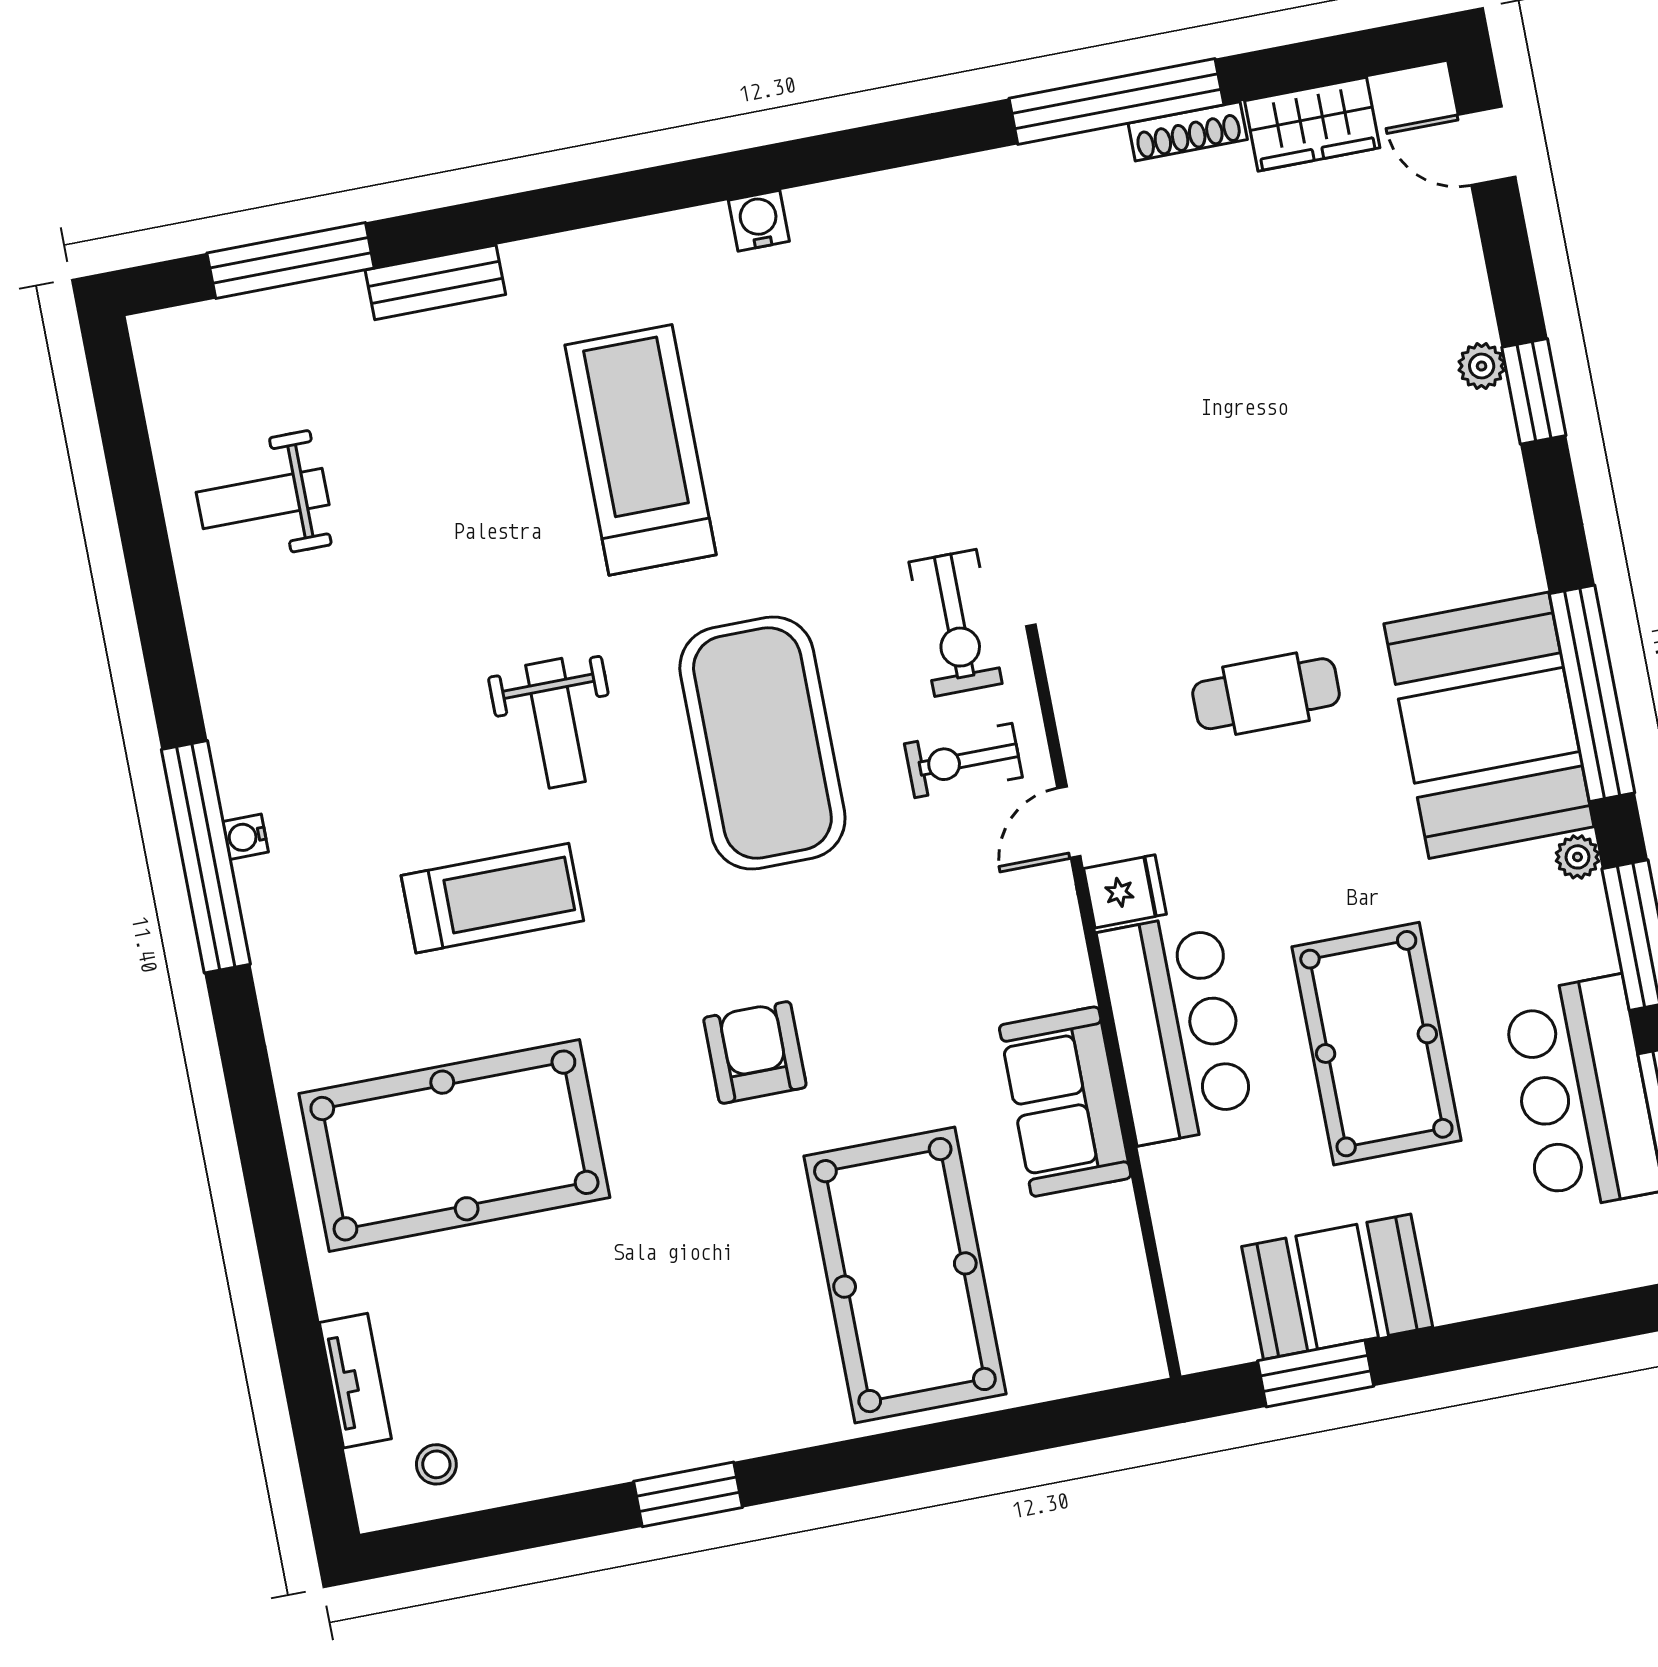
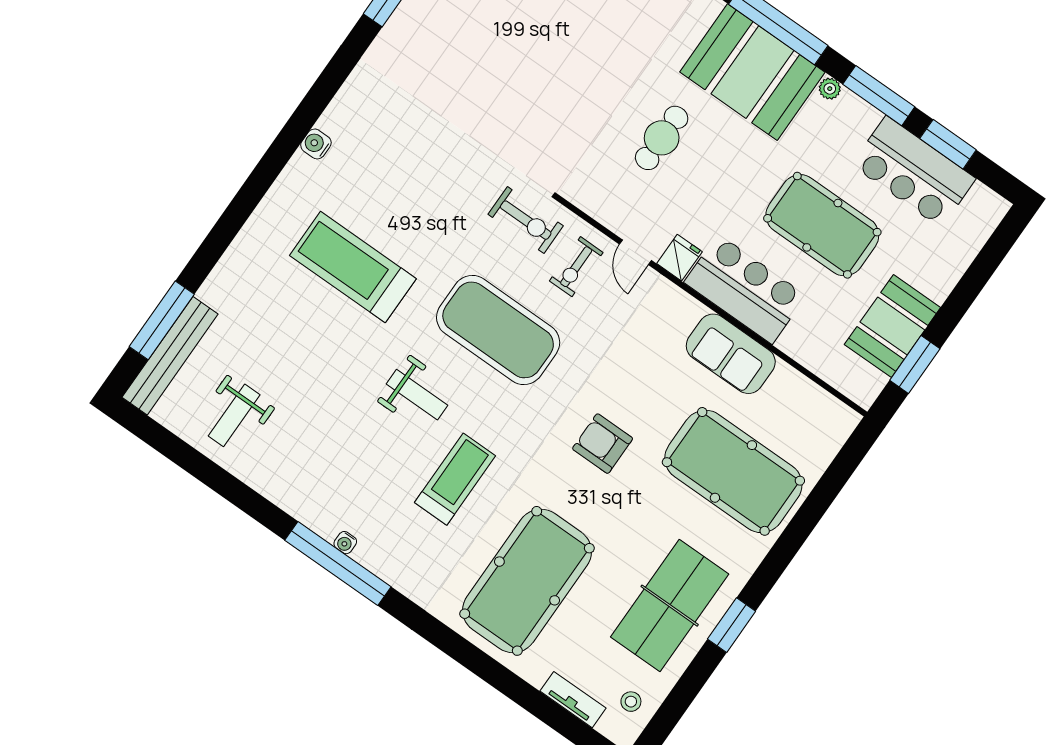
bench: (435, 282) -> (170, 356), moved, width x1.86, depth x1.21
table tennis table: (626, 1380) -> (670, 606), added

